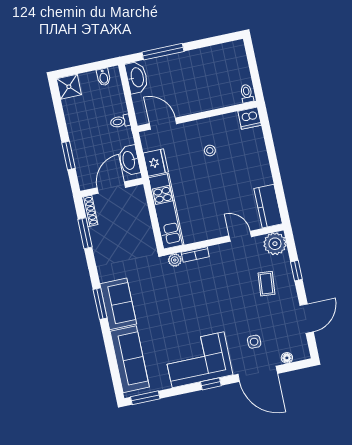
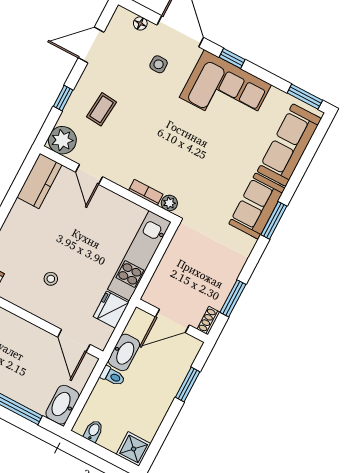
washbasin: (129, 160) -> (124, 352), moved
shoe rack: (90, 211) -> (208, 321), width x0.70

